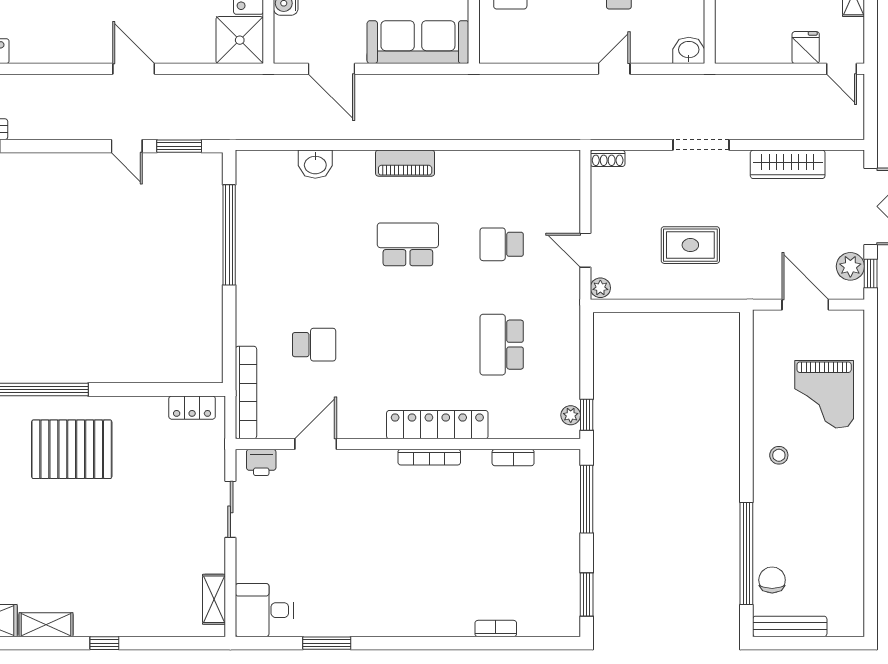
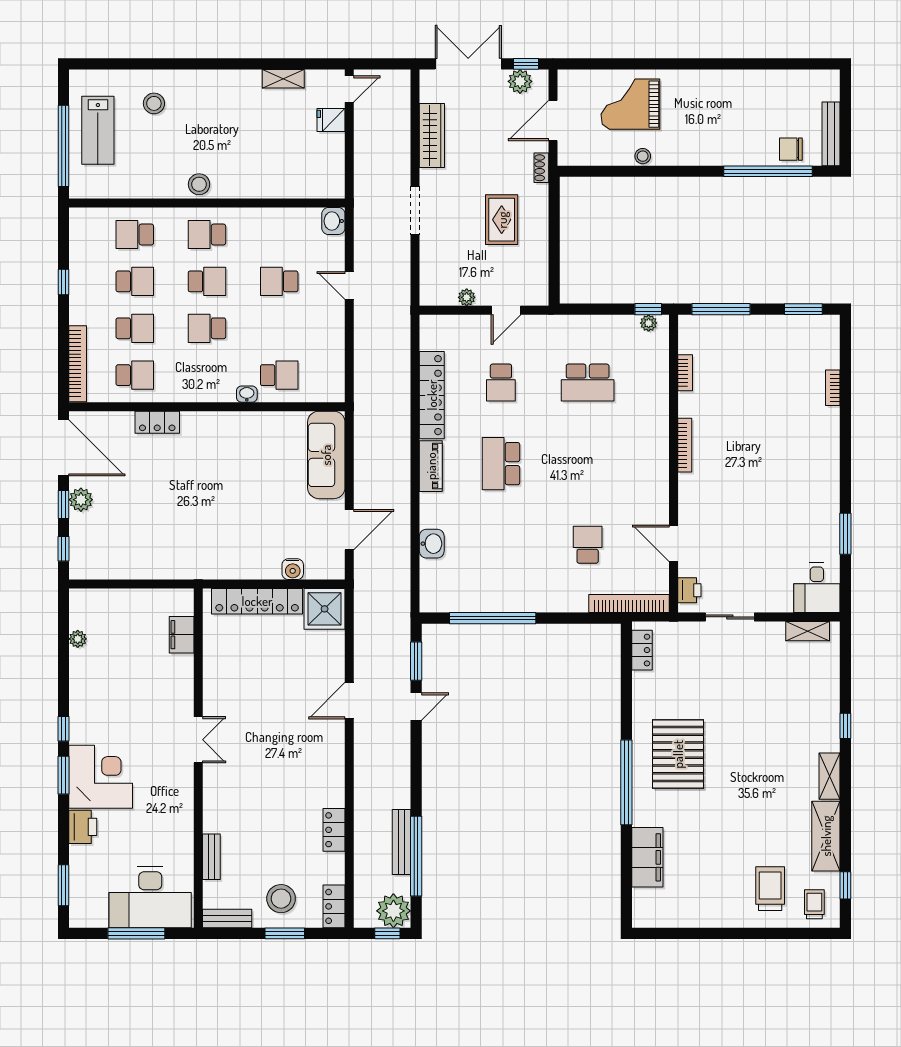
shoe rack: (608, 158) -> (541, 168), moved, turned 180
plant: (600, 288) -> (467, 297), moved
grand piano: (824, 394) -> (630, 104), turned 180
locker: (437, 425) -> (432, 395), moved, turned 180
stool: (779, 455) -> (643, 156), moved

